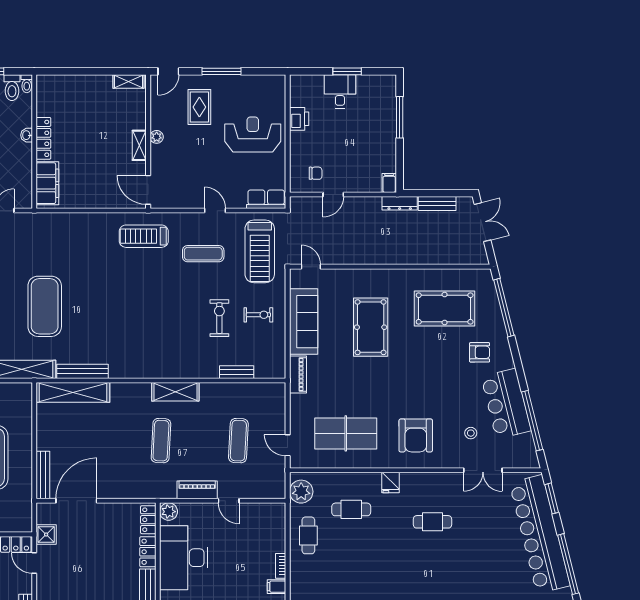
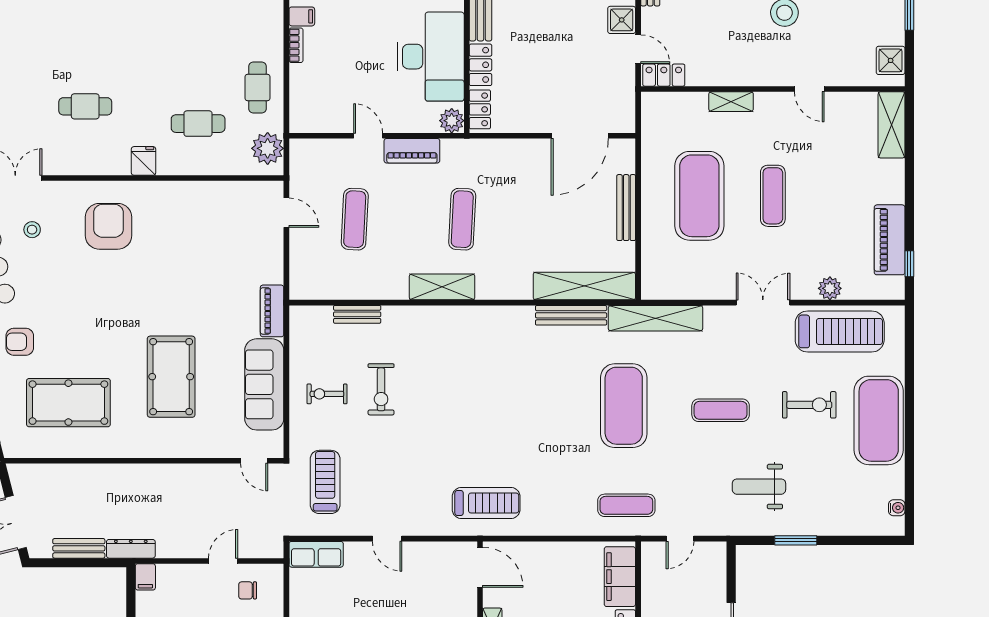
treadmill: (260, 251) -> (325, 482), width x0.73, depth x0.73
exercise mat: (203, 254) -> (626, 505), moved
table tennis table: (346, 433) -> (206, 229), removed
bench: (43, 475) -> (626, 208), moved
shower: (46, 535) -> (622, 20), moved

